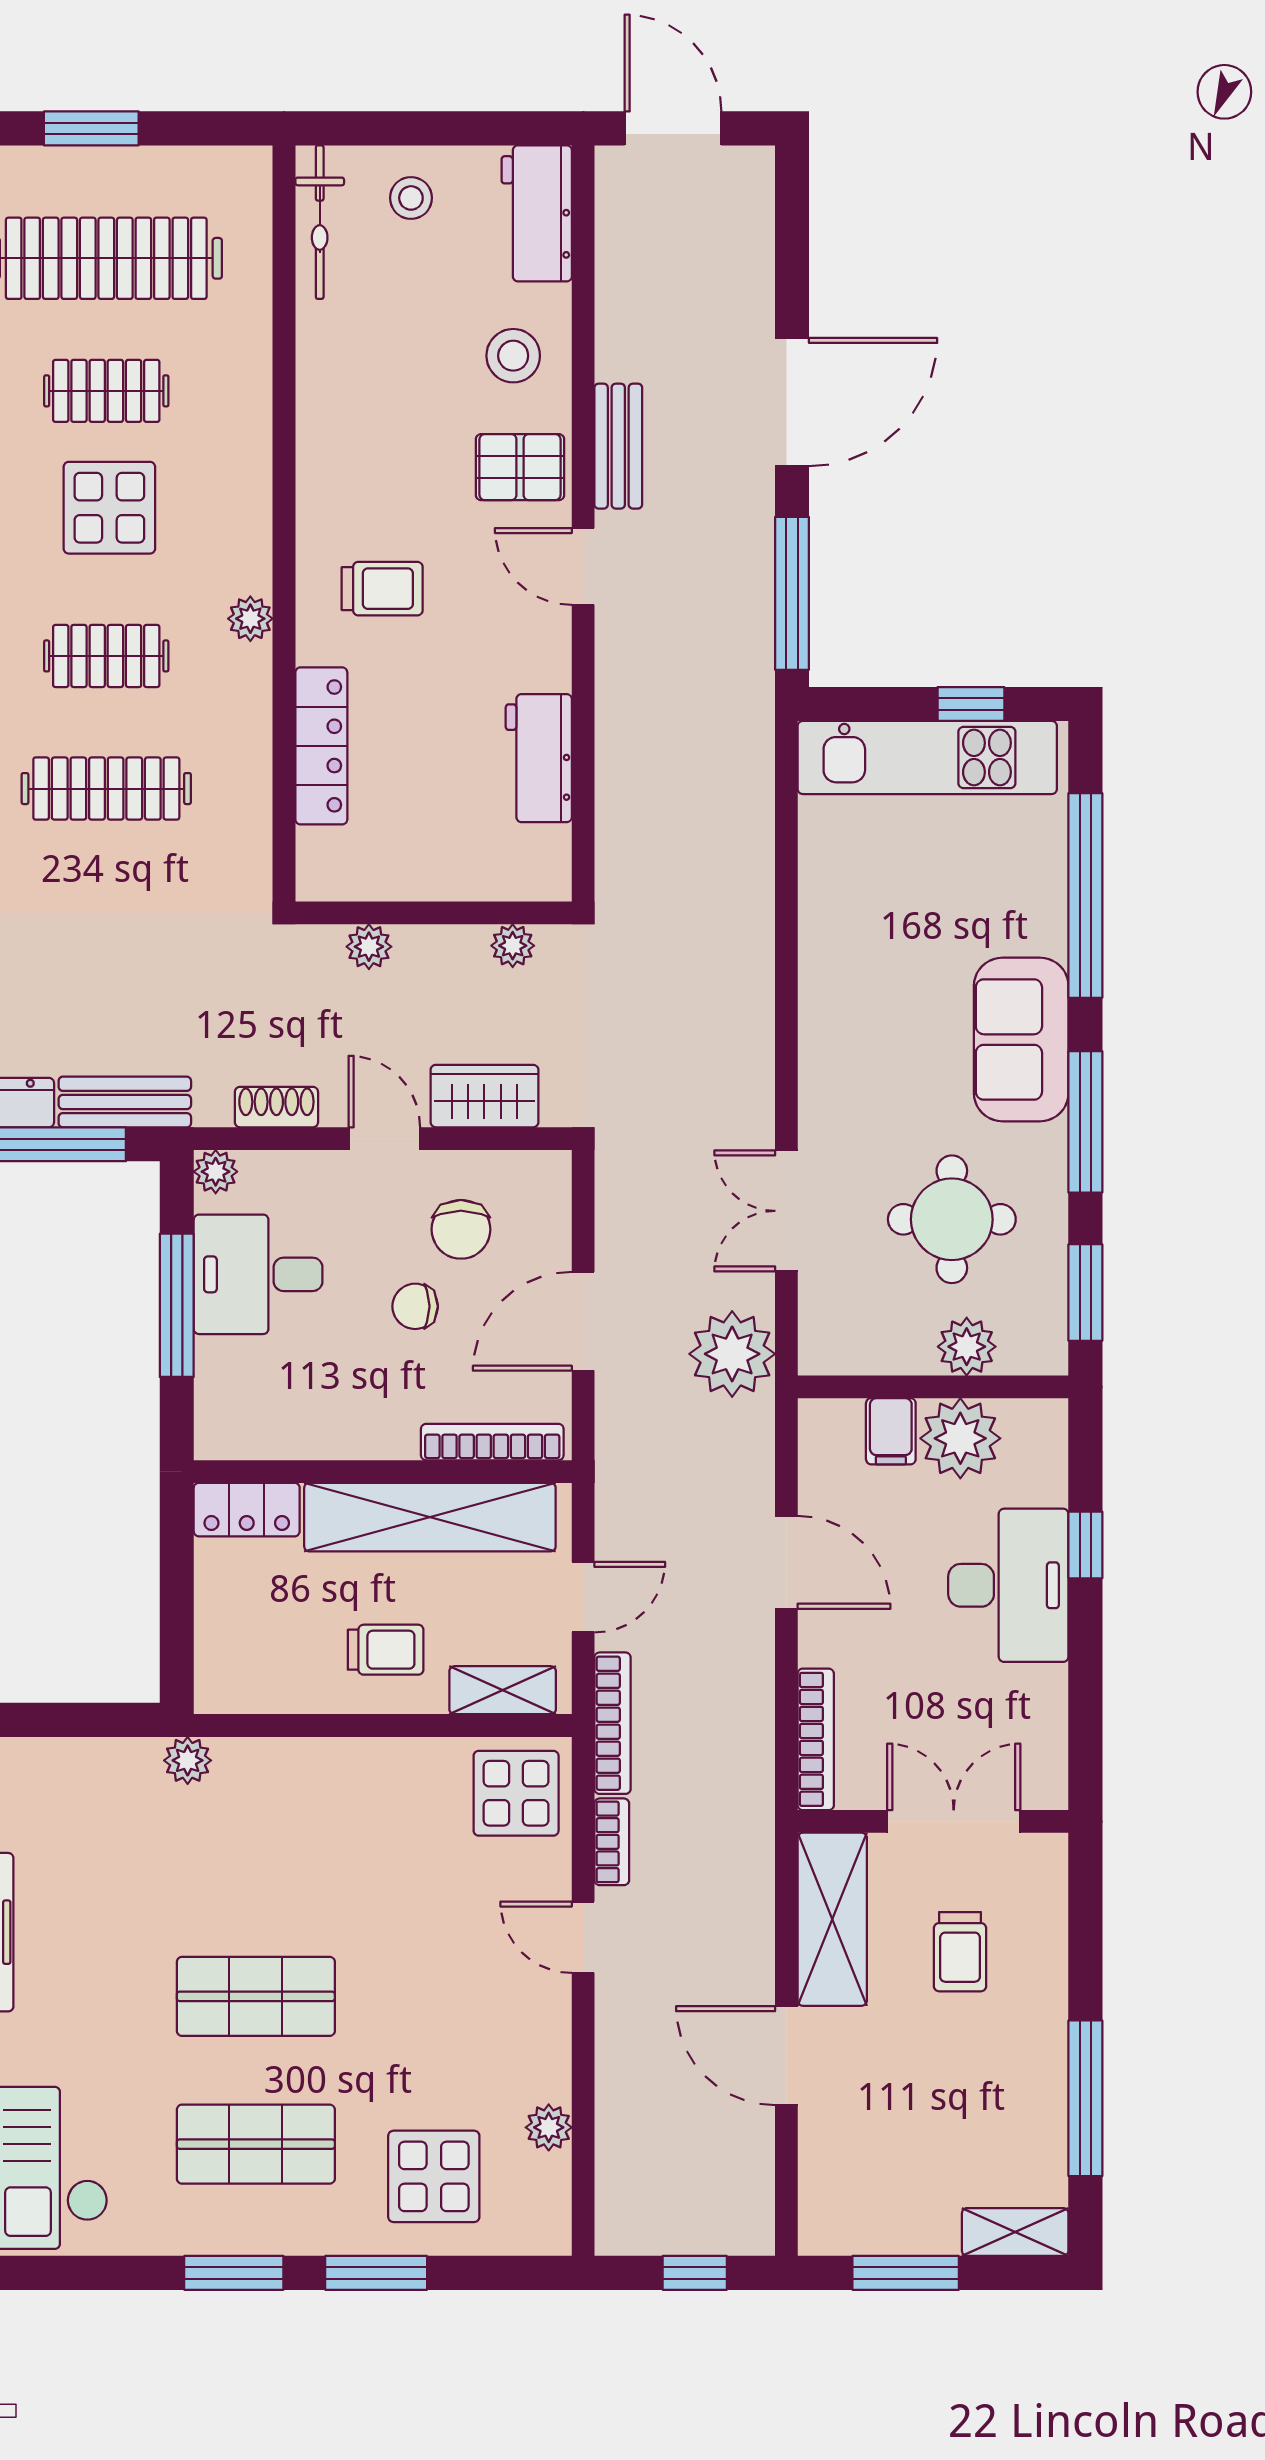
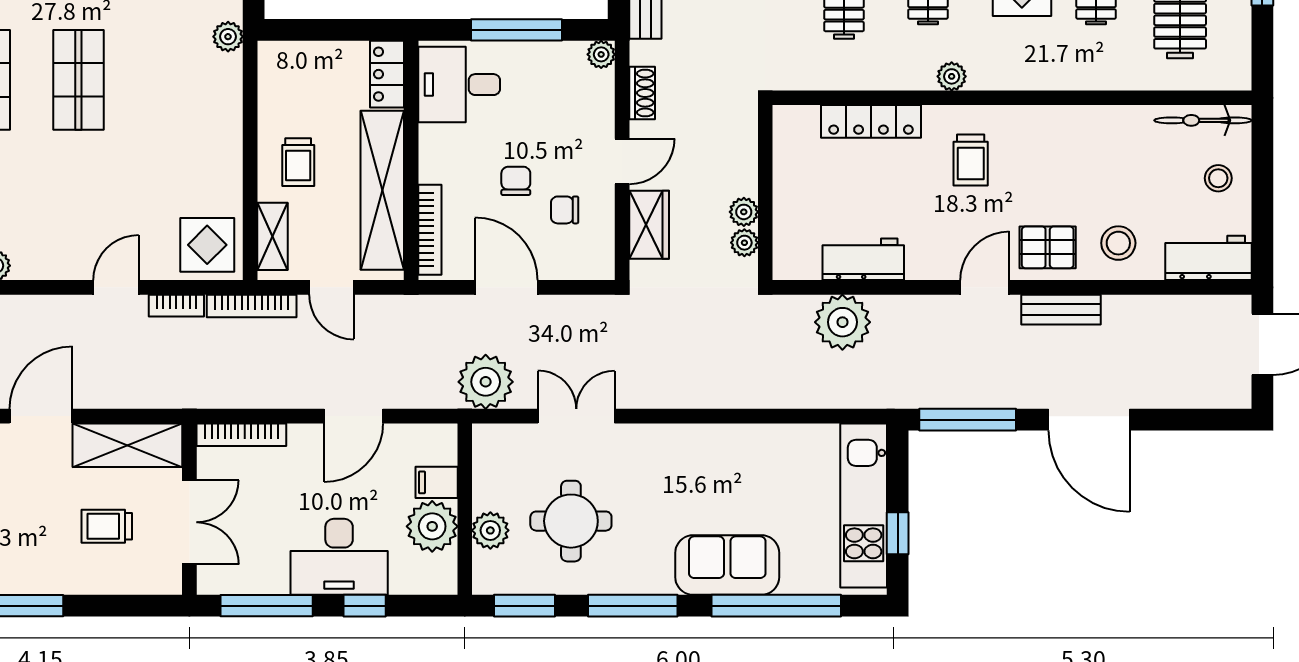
pallet: (520, 467) -> (1048, 247), turned 90
plant: (638, 791) -> (842, 322), added
plant: (369, 947) -> (744, 212), moved
sofa: (1021, 1040) -> (727, 565), moved
chair: (461, 1229) -> (565, 210), width x0.73, depth x0.73
desk: (258, 1274) -> (459, 85), moved, turned -90
window: (1085, 1700) -> (267, 606), added

